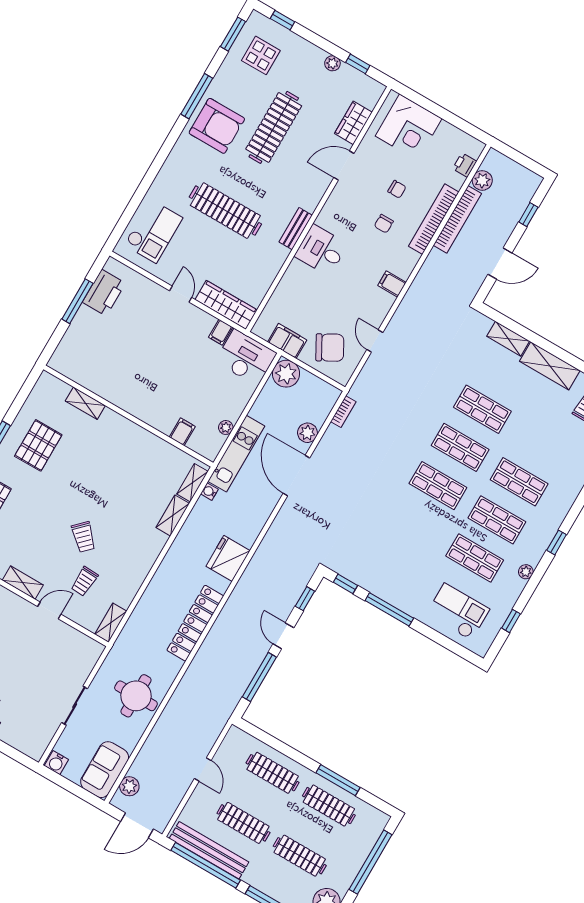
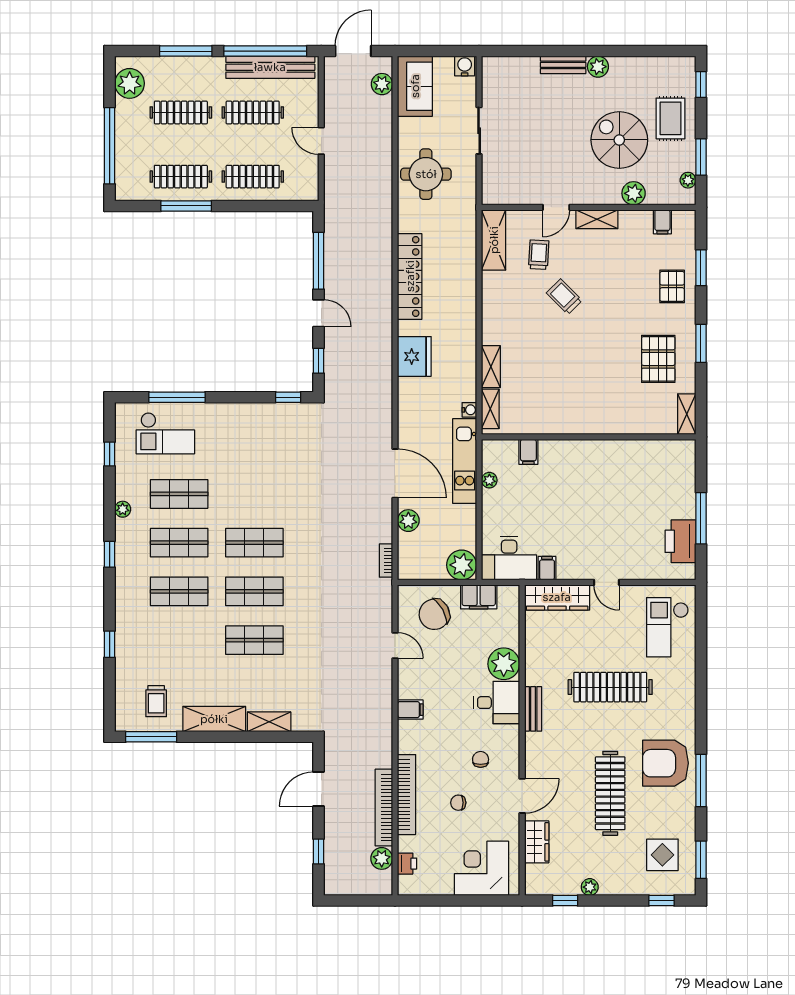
chair: (384, 224) -> (481, 759), moved
plant: (298, 277) -> (504, 664), added
shelving: (85, 403) -> (687, 414), moved, turned 90
window: (389, 609) -> (177, 397), moved
shelving: (111, 623) -> (494, 240), width x1.50, depth x1.33

